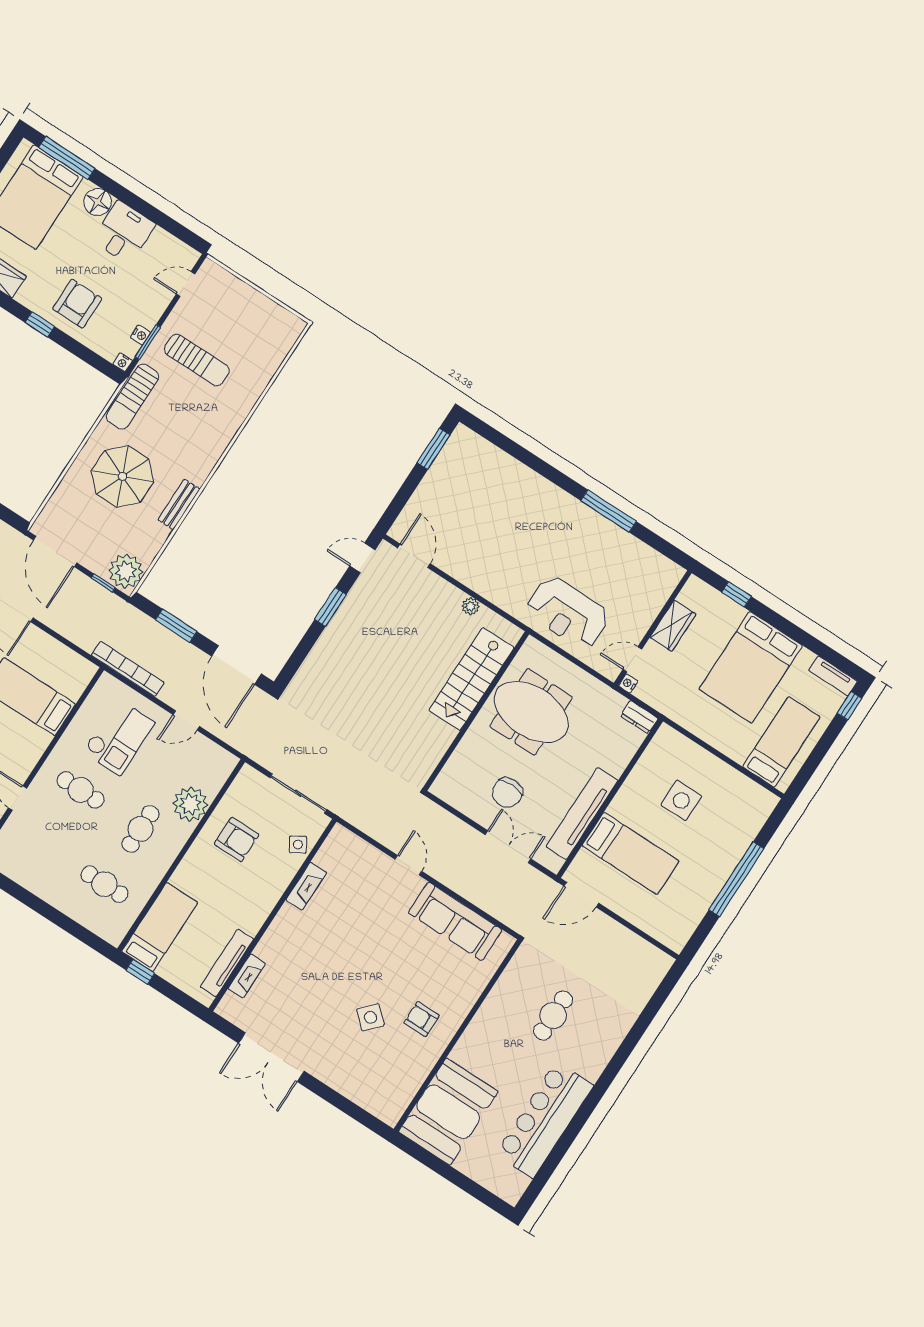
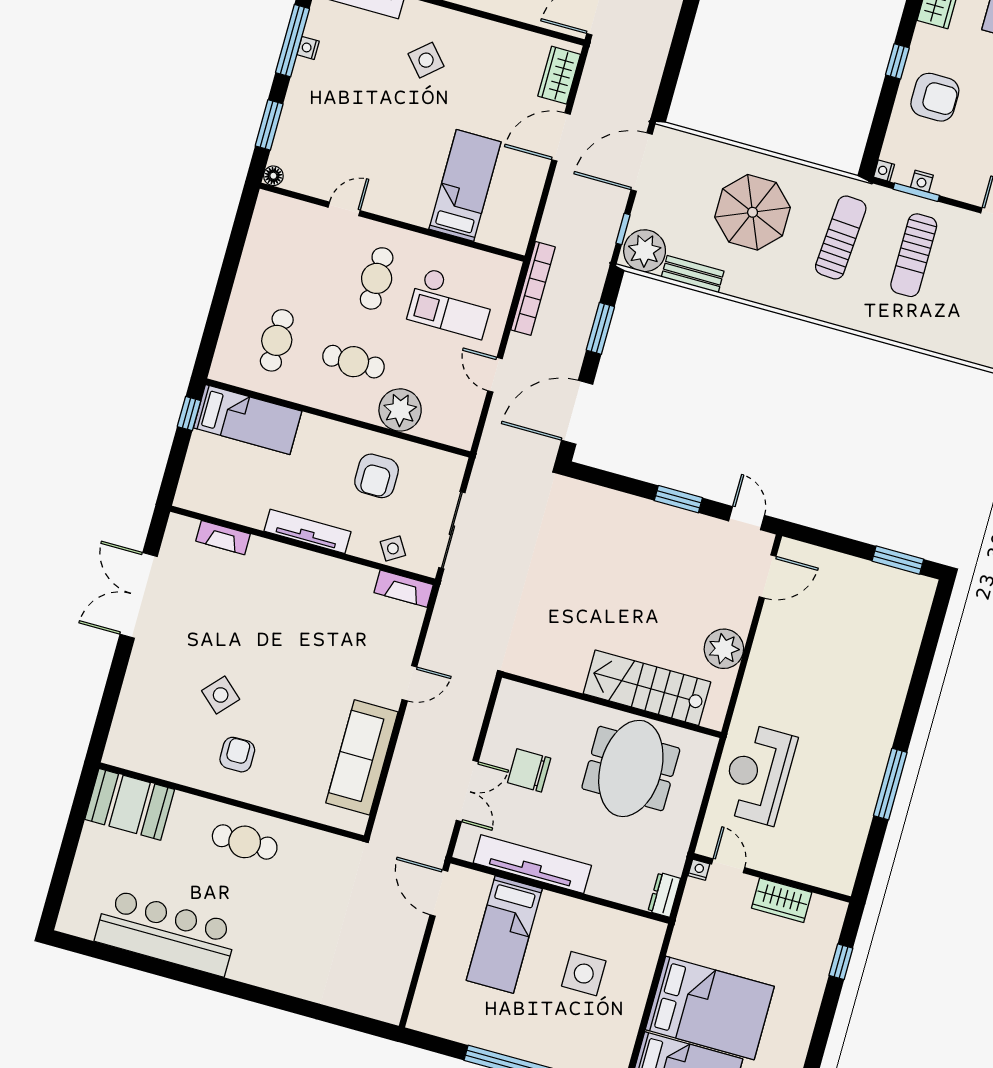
sun lounger: (132, 397) -> (841, 237), moved, turned 94
bench: (179, 504) -> (693, 274), moved
plant: (471, 606) -> (724, 649), width x1.87, depth x1.87
bed: (751, 667) -> (710, 1008), moved, turned 180
fireplace: (306, 886) -> (404, 589), moved
tv unit: (227, 963) -> (308, 531), moved
cafe table: (553, 1016) -> (245, 842), moved
booth: (448, 1112) -> (130, 804), width x0.73, depth x0.70

